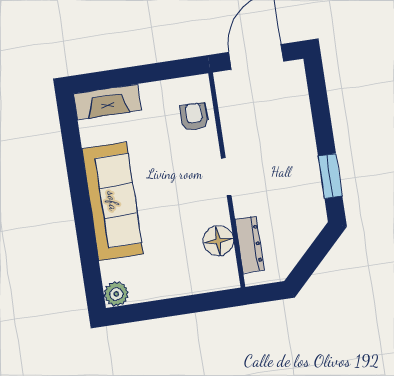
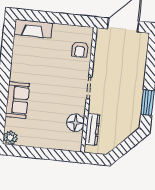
armchair: (194, 117) -> (80, 50), turned 180
sofa: (113, 201) -> (17, 100), width x0.54, depth x0.79

